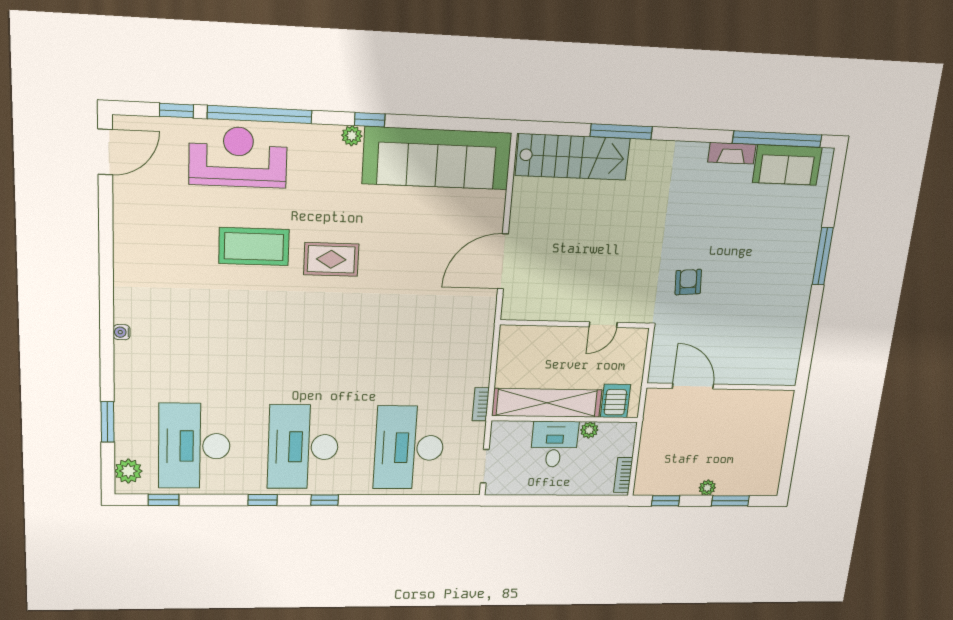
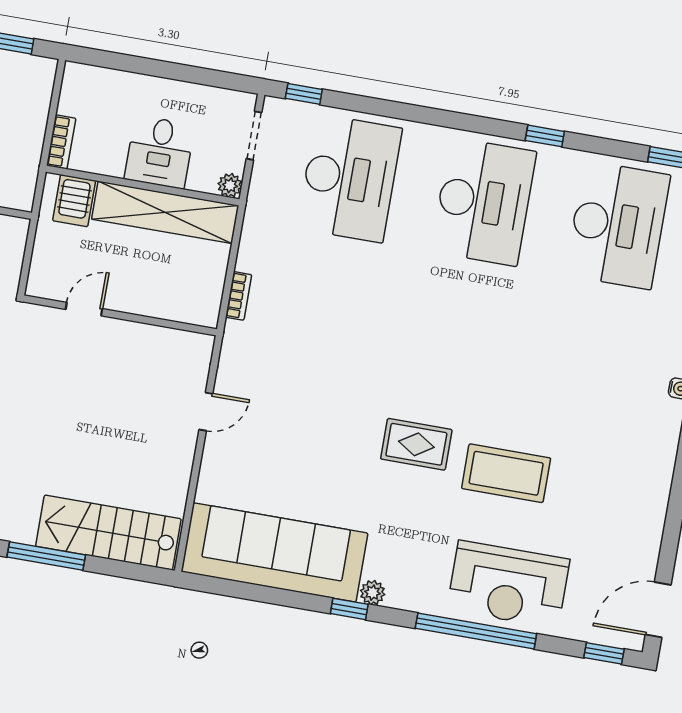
window: (176, 111) -> (604, 653), moved
door: (503, 261) -> (206, 412), width x0.53
bookcase: (481, 404) -> (239, 296), moved
plant: (589, 430) -> (230, 185), moved
bookcase: (623, 475) -> (61, 142), moved
window: (325, 500) -> (304, 94), moved

